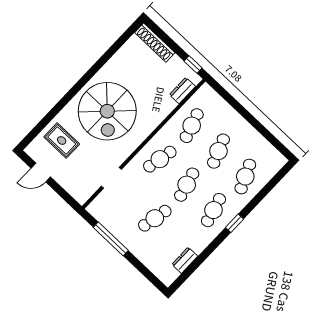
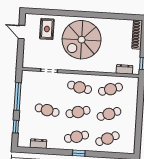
window: (143, 270) -> (16, 127), added

